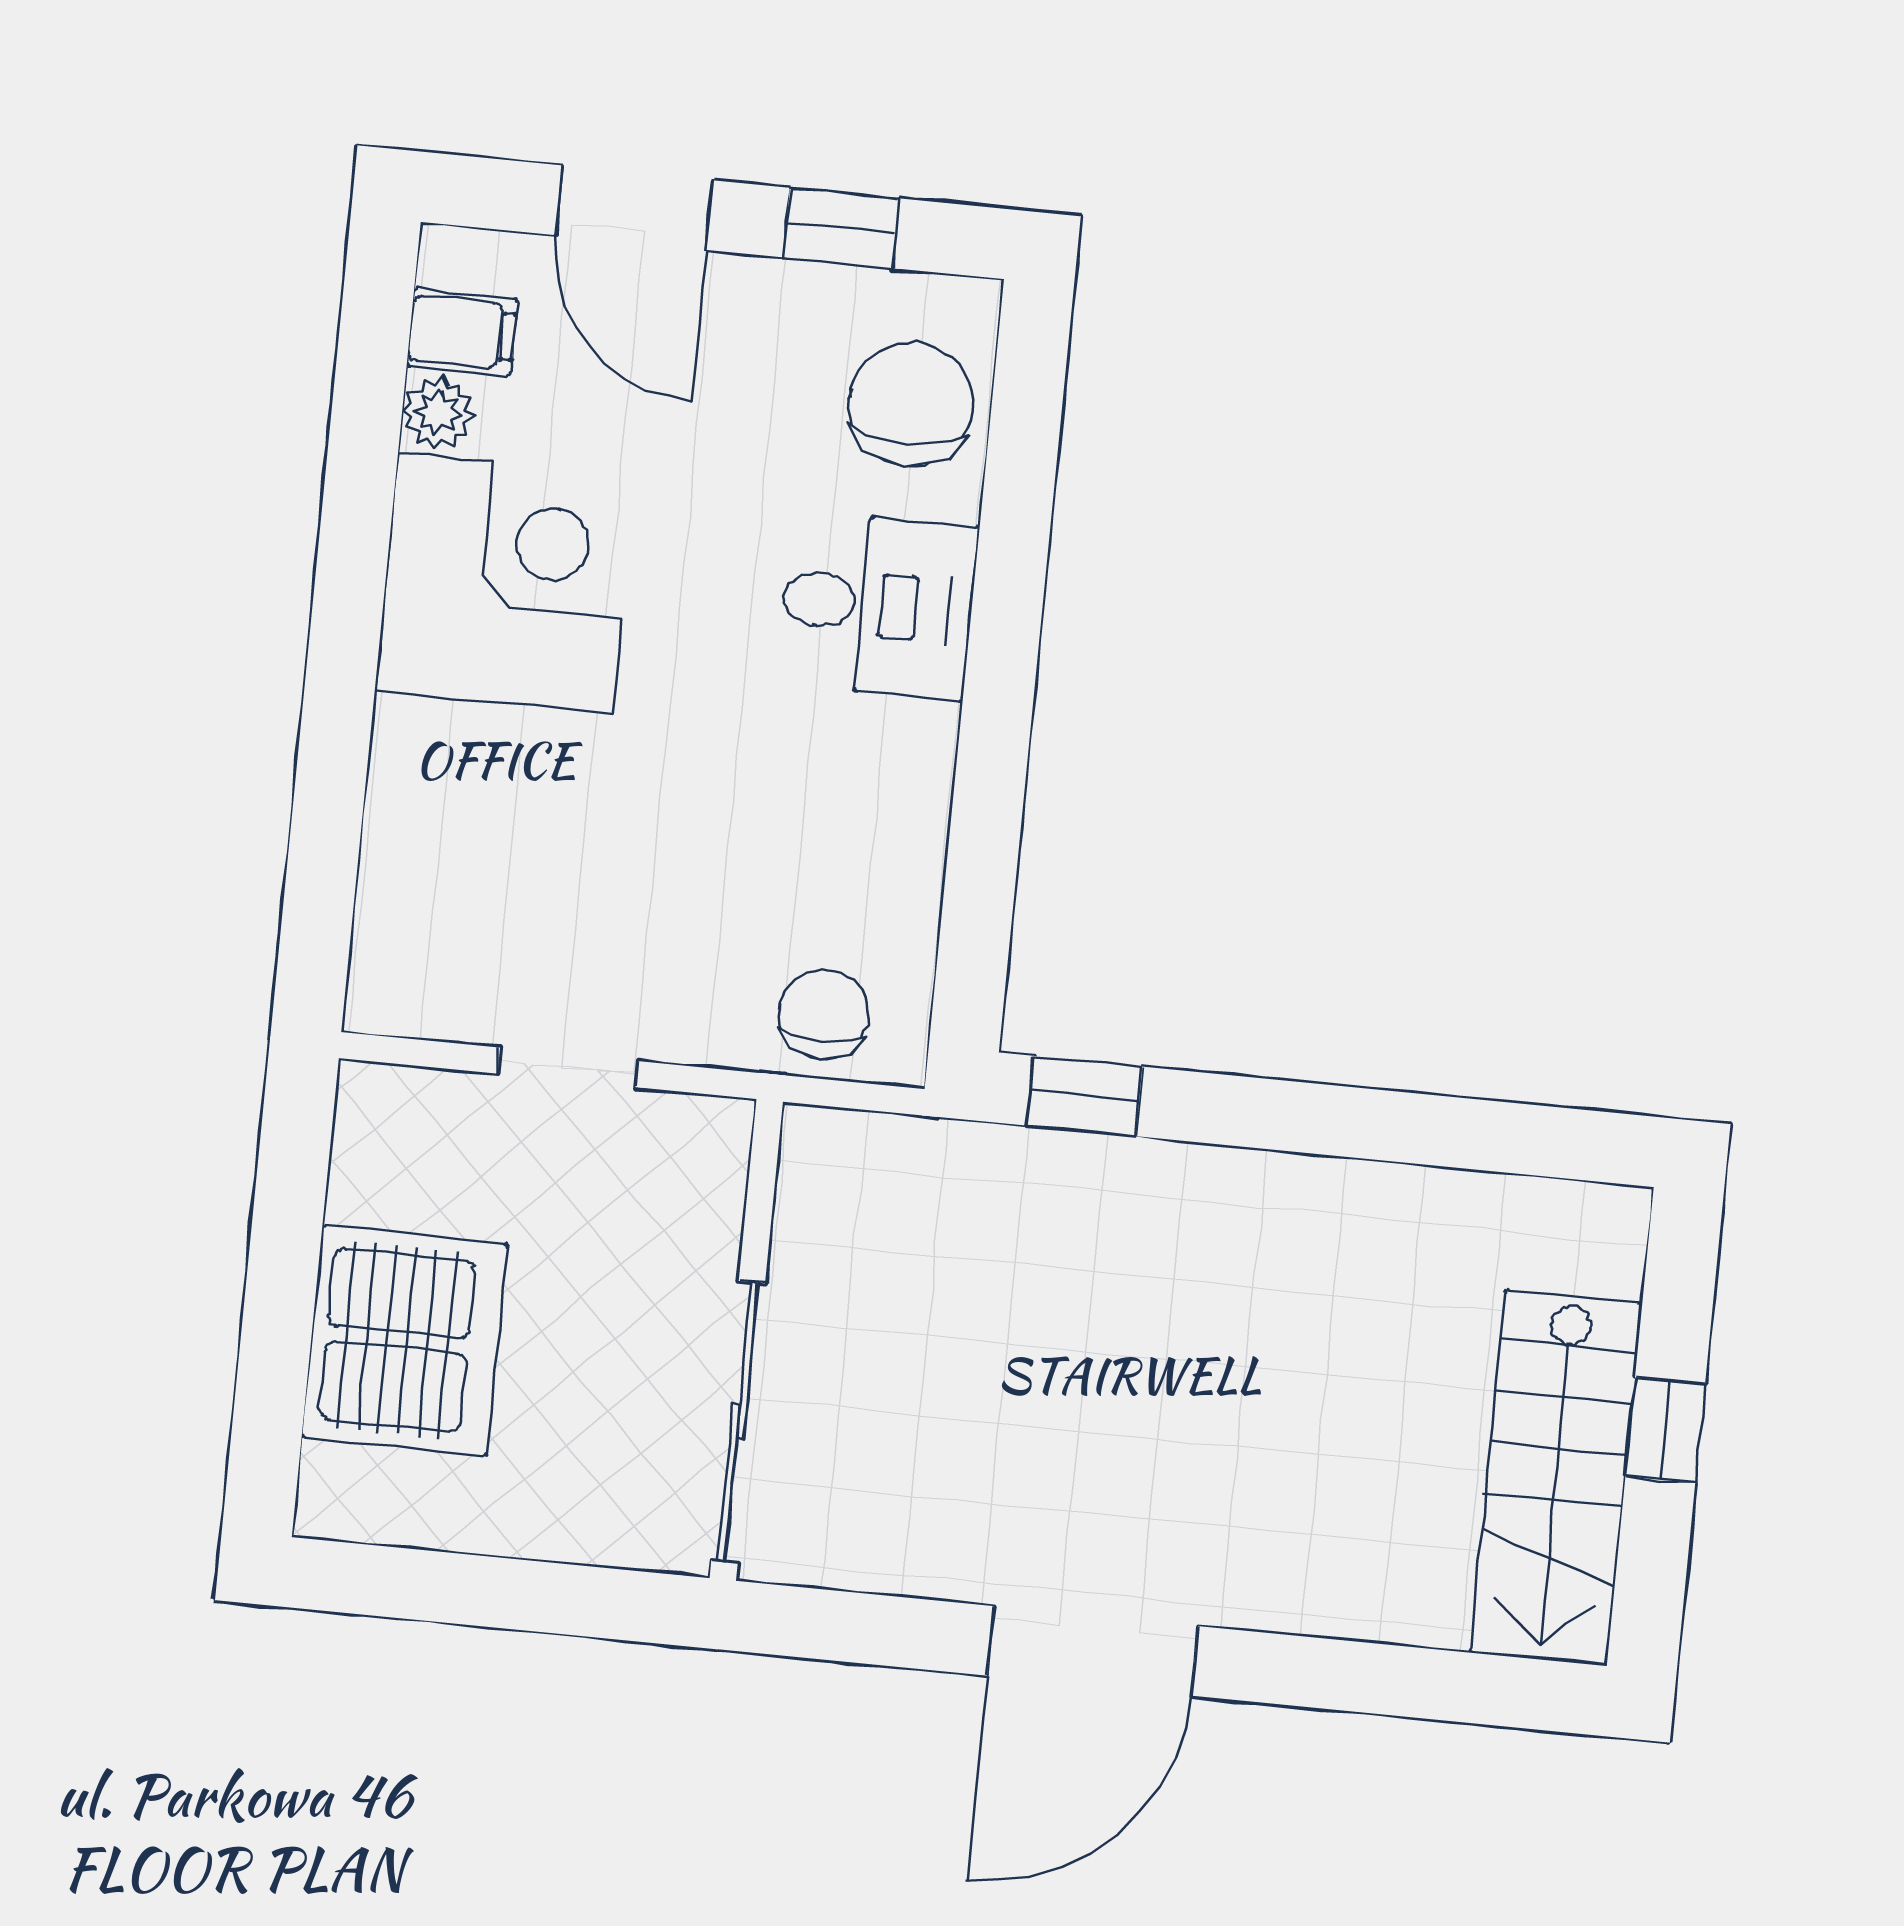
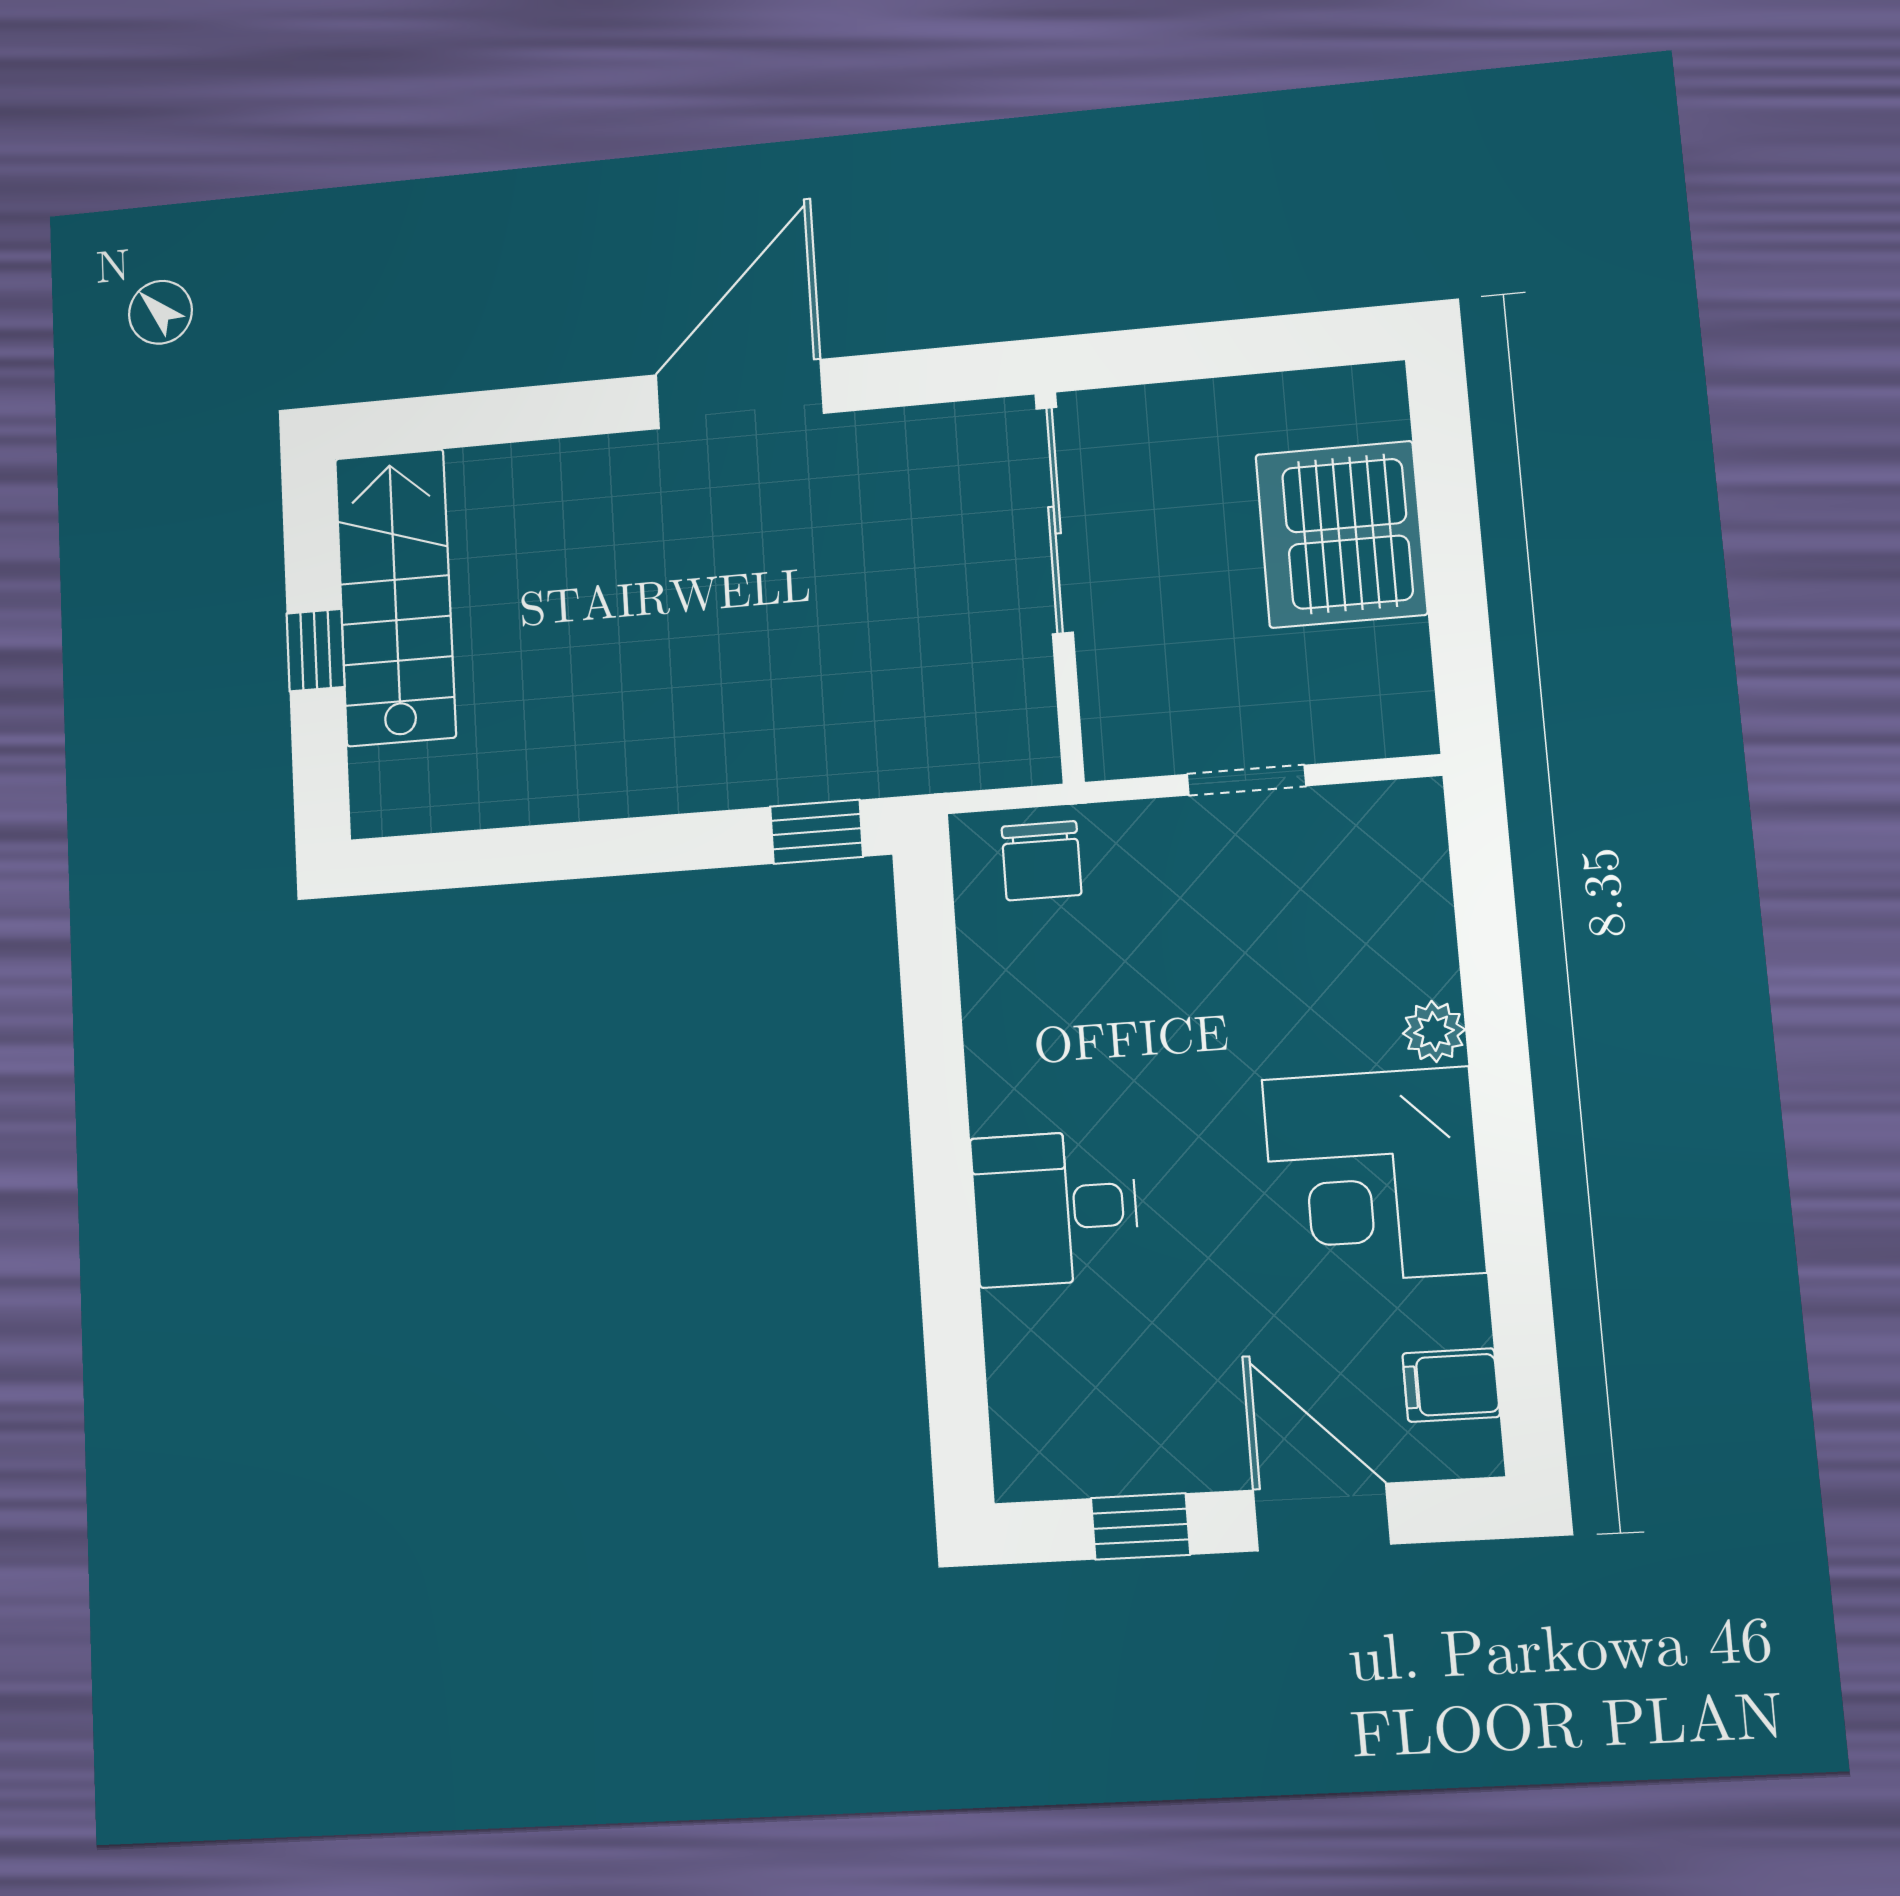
chair: (911, 404) -> (1056, 1383), removed
plant: (438, 413) -> (1434, 1031), moved

